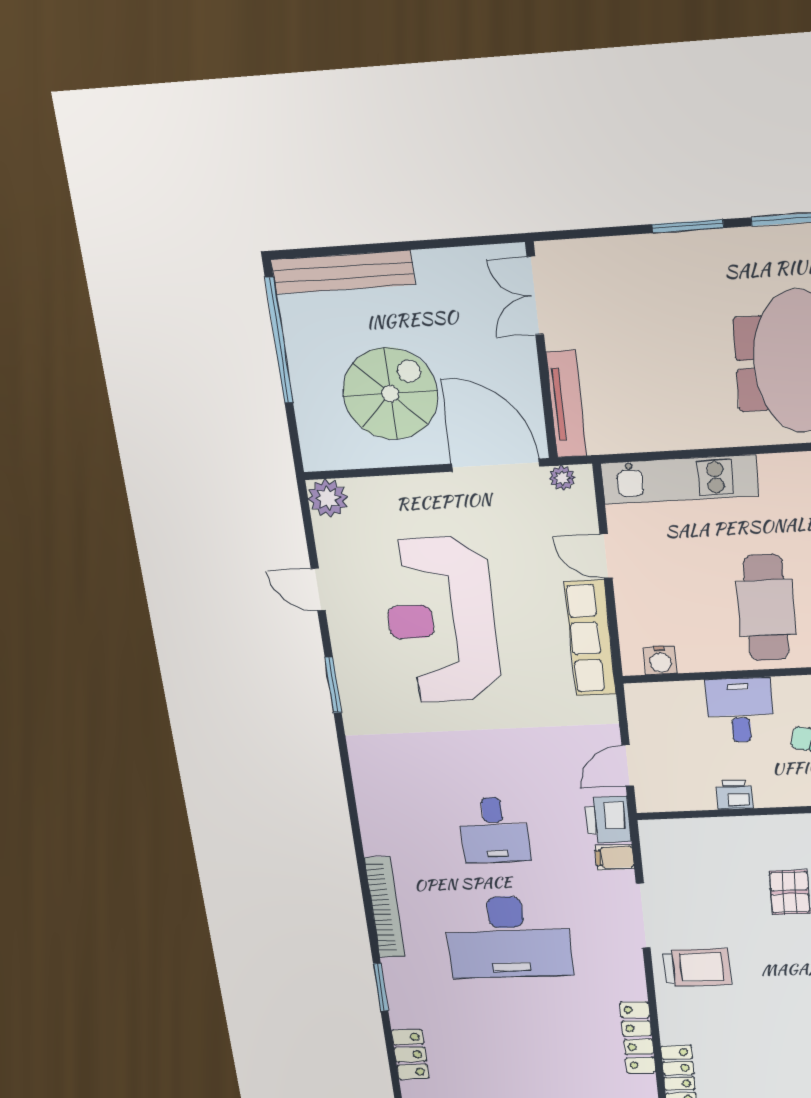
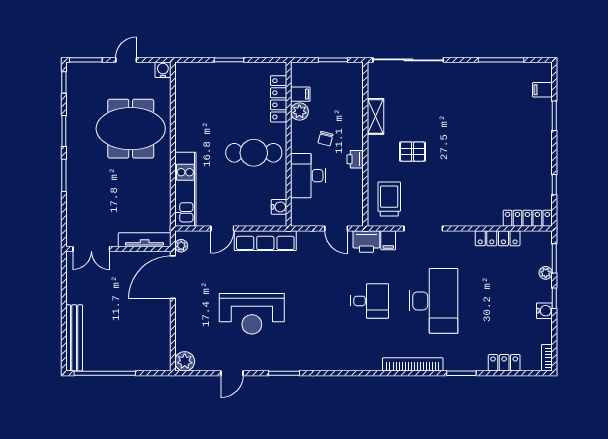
spiral stairs: (390, 394) -> (134, 323), removed
reception desk: (441, 620) -> (252, 314), width x0.74, depth x0.77
desk: (740, 710) -> (308, 176), width x1.37
printer: (735, 795) -> (355, 159), moved
trolley: (697, 967) -> (389, 199), moved

